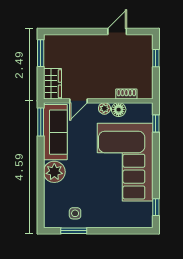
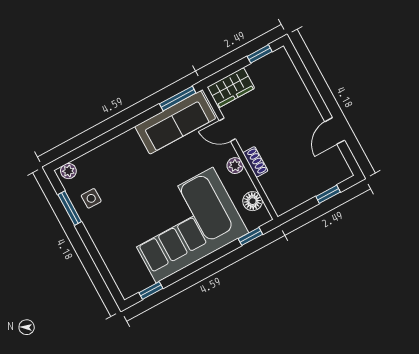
door: (117, 32) -> (335, 131), swing flipped
window: (41, 53) -> (260, 54), width x0.67
shoe rack: (126, 94) -> (255, 162), moved
floor lamp: (119, 110) -> (253, 201), moved
plant: (54, 172) -> (68, 171), moved, width x0.53, depth x0.53

